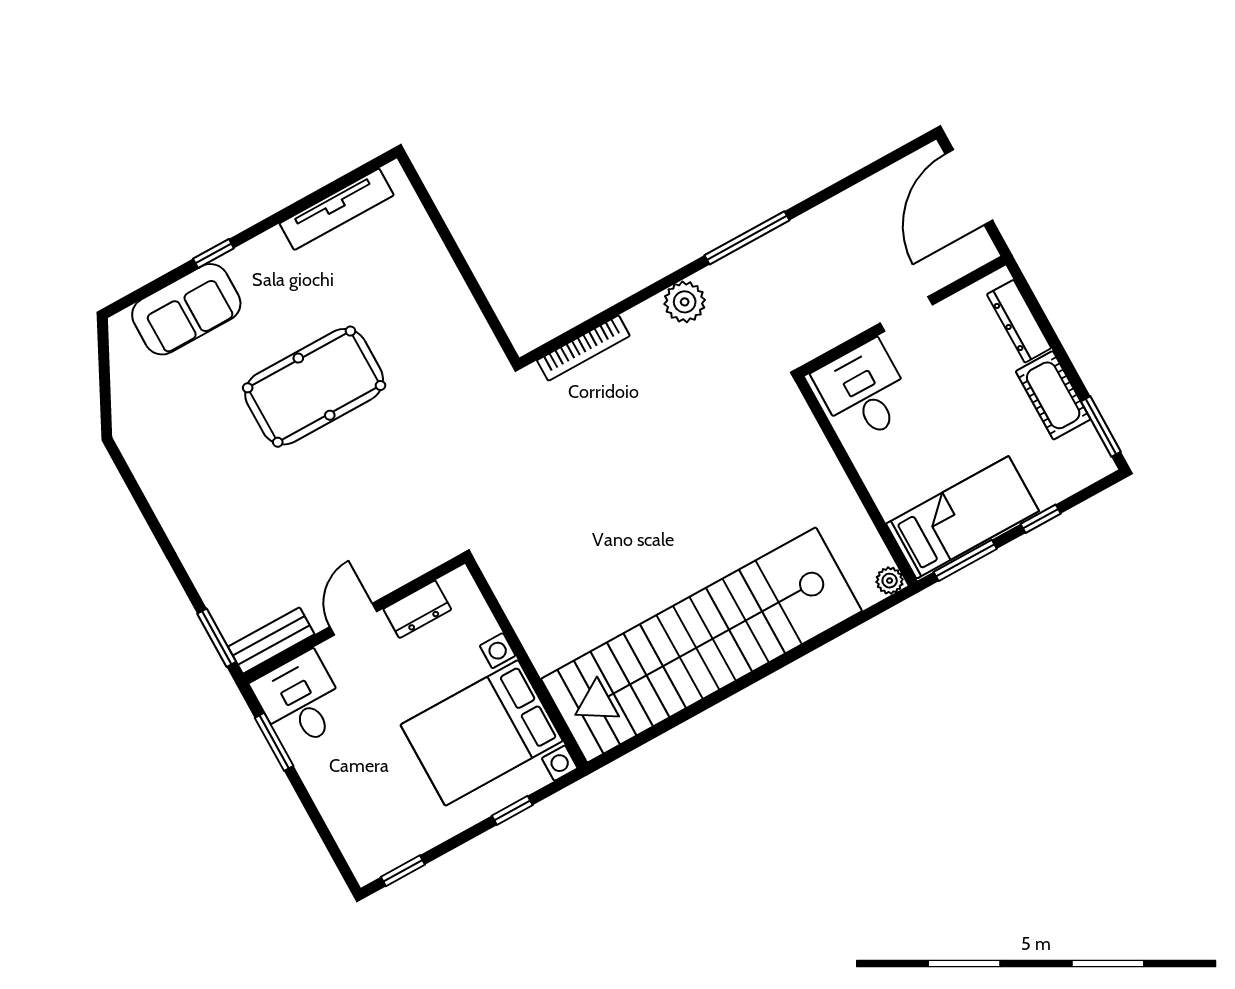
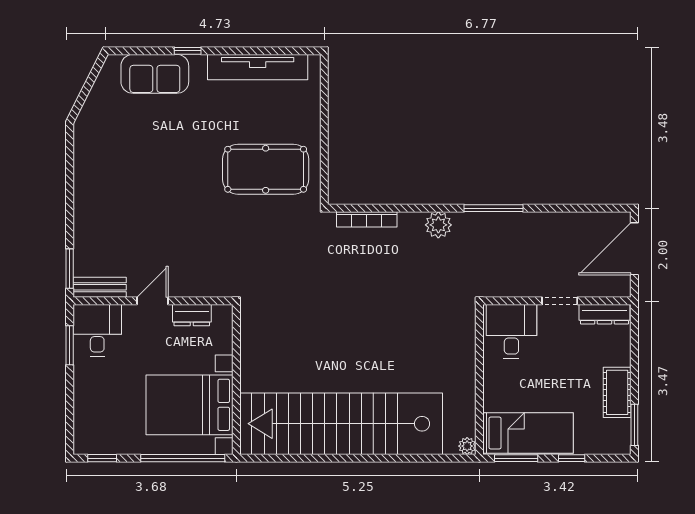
tv unit: (337, 209) -> (258, 67), width x1.36, depth x1.29
dresser: (1019, 321) -> (604, 314), moved, turned -90
pool table: (314, 387) -> (266, 169), moved
window: (512, 810) -> (183, 458), width x3.17

